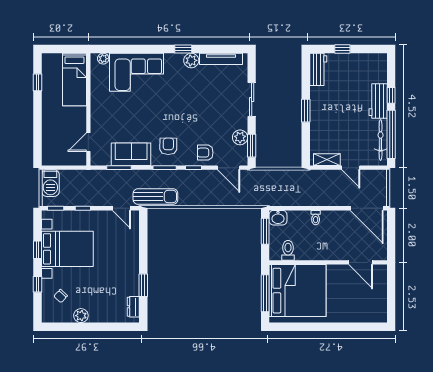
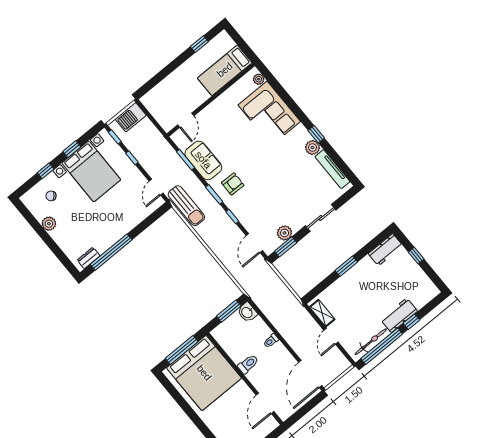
door: (88, 142) -> (186, 120), swing flipped
armchair: (205, 153) -> (251, 216), removed
toilet: (288, 250) -> (248, 364), moved
window: (143, 285) -> (111, 252), width x2.11

